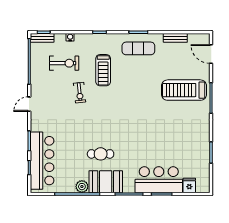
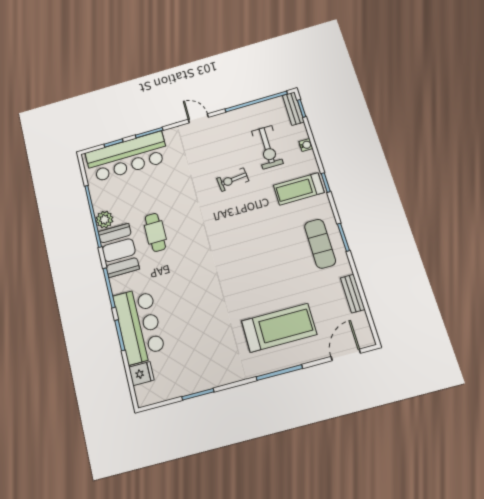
treadmill: (103, 70) -> (299, 189), moved
treadmill: (184, 90) -> (279, 328), turned 90

